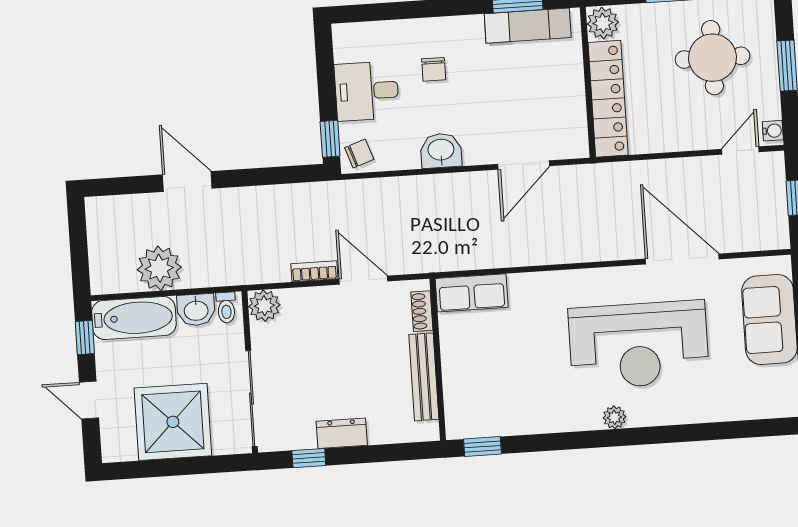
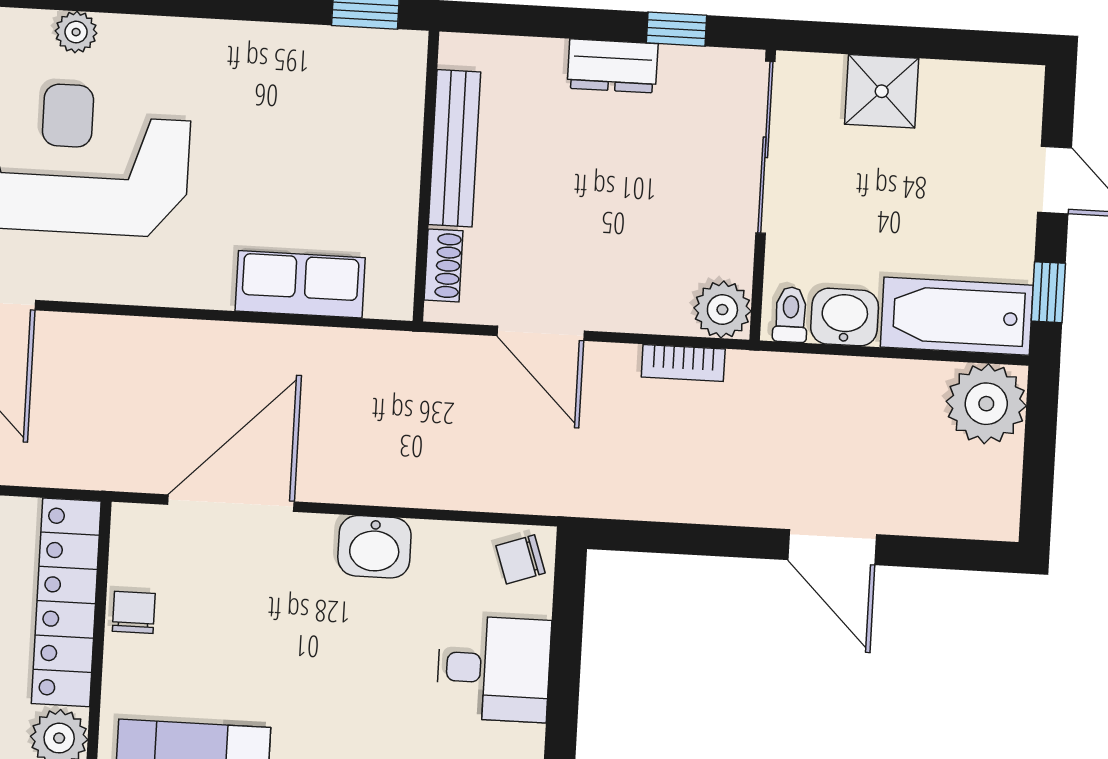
chair: (434, 69) -> (134, 612), moved
window: (330, 139) -> (569, 592), removed
door: (524, 165) -> (231, 503), width x1.36
plant: (159, 268) -> (986, 404), moved
bookcase: (314, 271) -> (683, 363), moved
row of seats: (472, 293) -> (300, 284), moved
plant: (614, 417) -> (76, 32), moved
shower: (173, 422) -> (882, 91), width x0.54, depth x0.54

